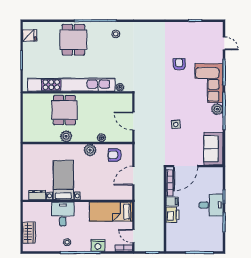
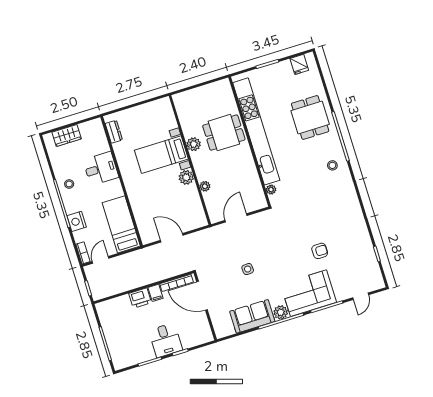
dining table: (73, 40) -> (310, 117), turned 90
sofa: (214, 149) -> (252, 316), moved
armchair: (115, 155) -> (189, 208), removed
bed with nightstands: (63, 180) -> (161, 155), moved, turned 180

